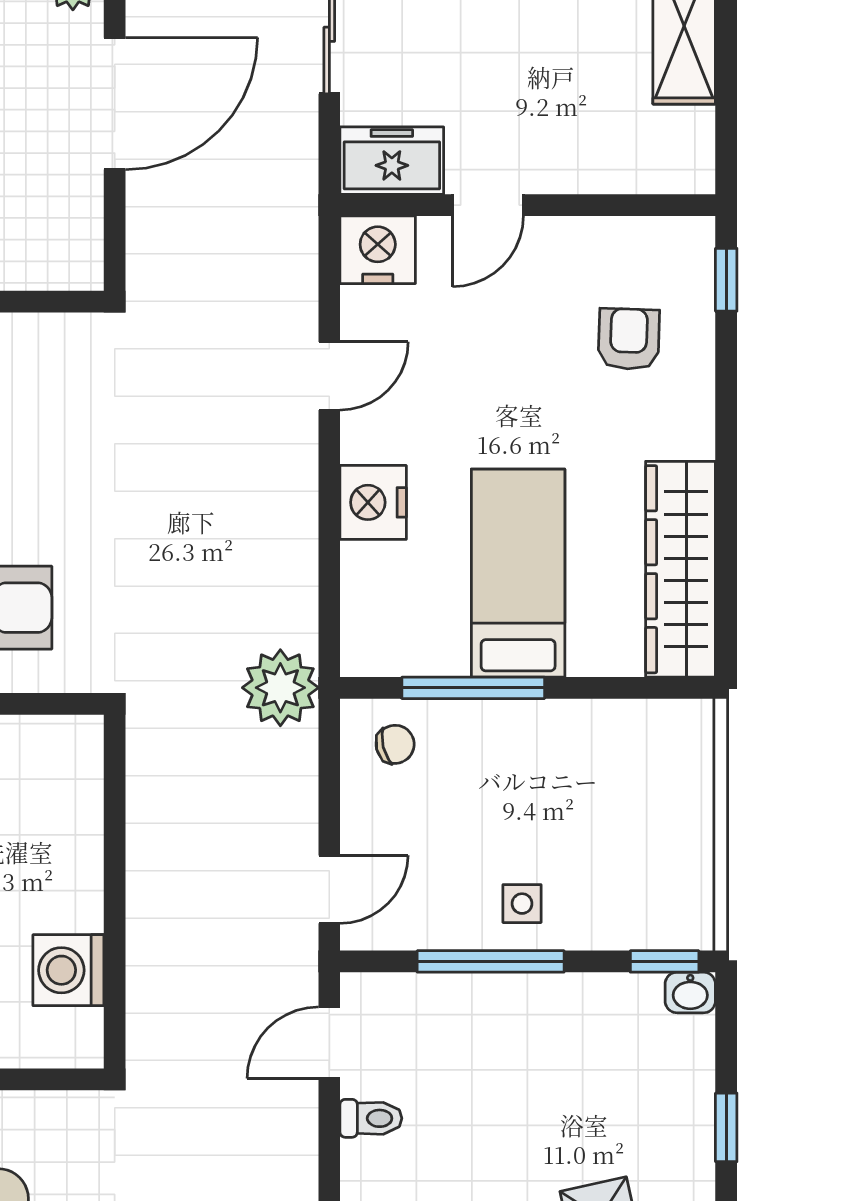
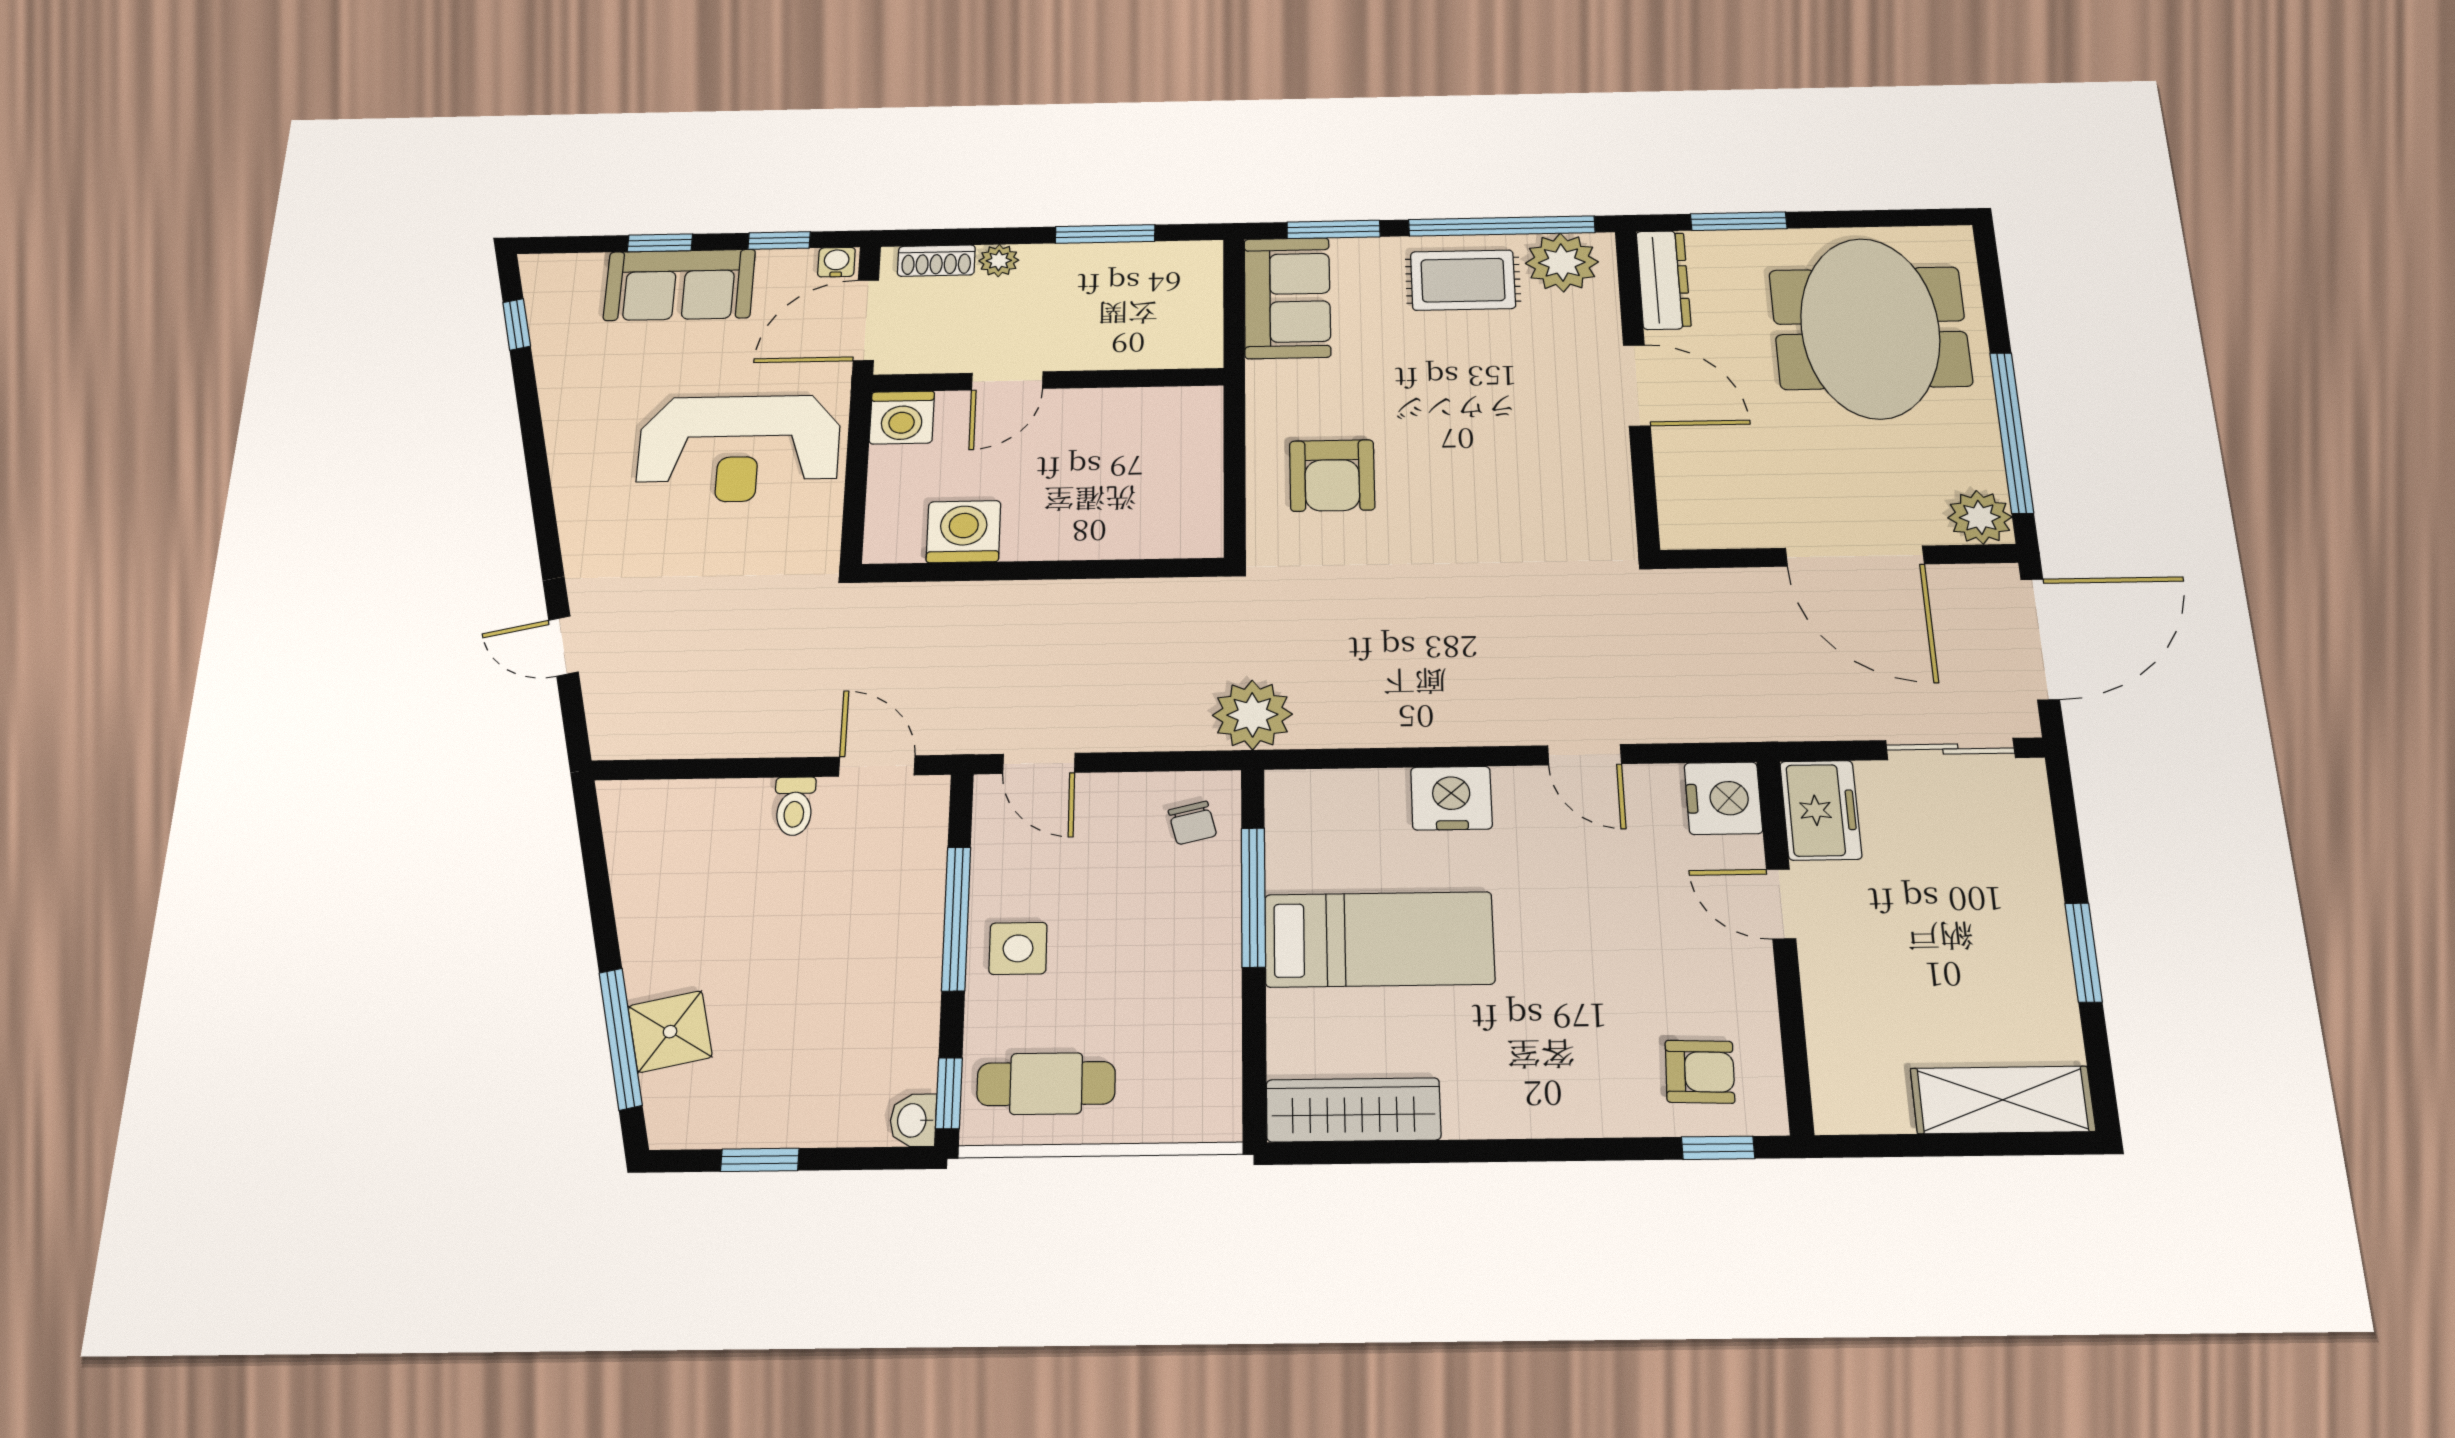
armchair: (629, 339) -> (1700, 1072), moved
wardrobe: (681, 569) -> (1353, 1110), width x0.71, depth x0.85
cafe table: (656, 874) -> (1046, 1084), added
side table: (522, 904) -> (1018, 948), width x1.37, depth x1.37

